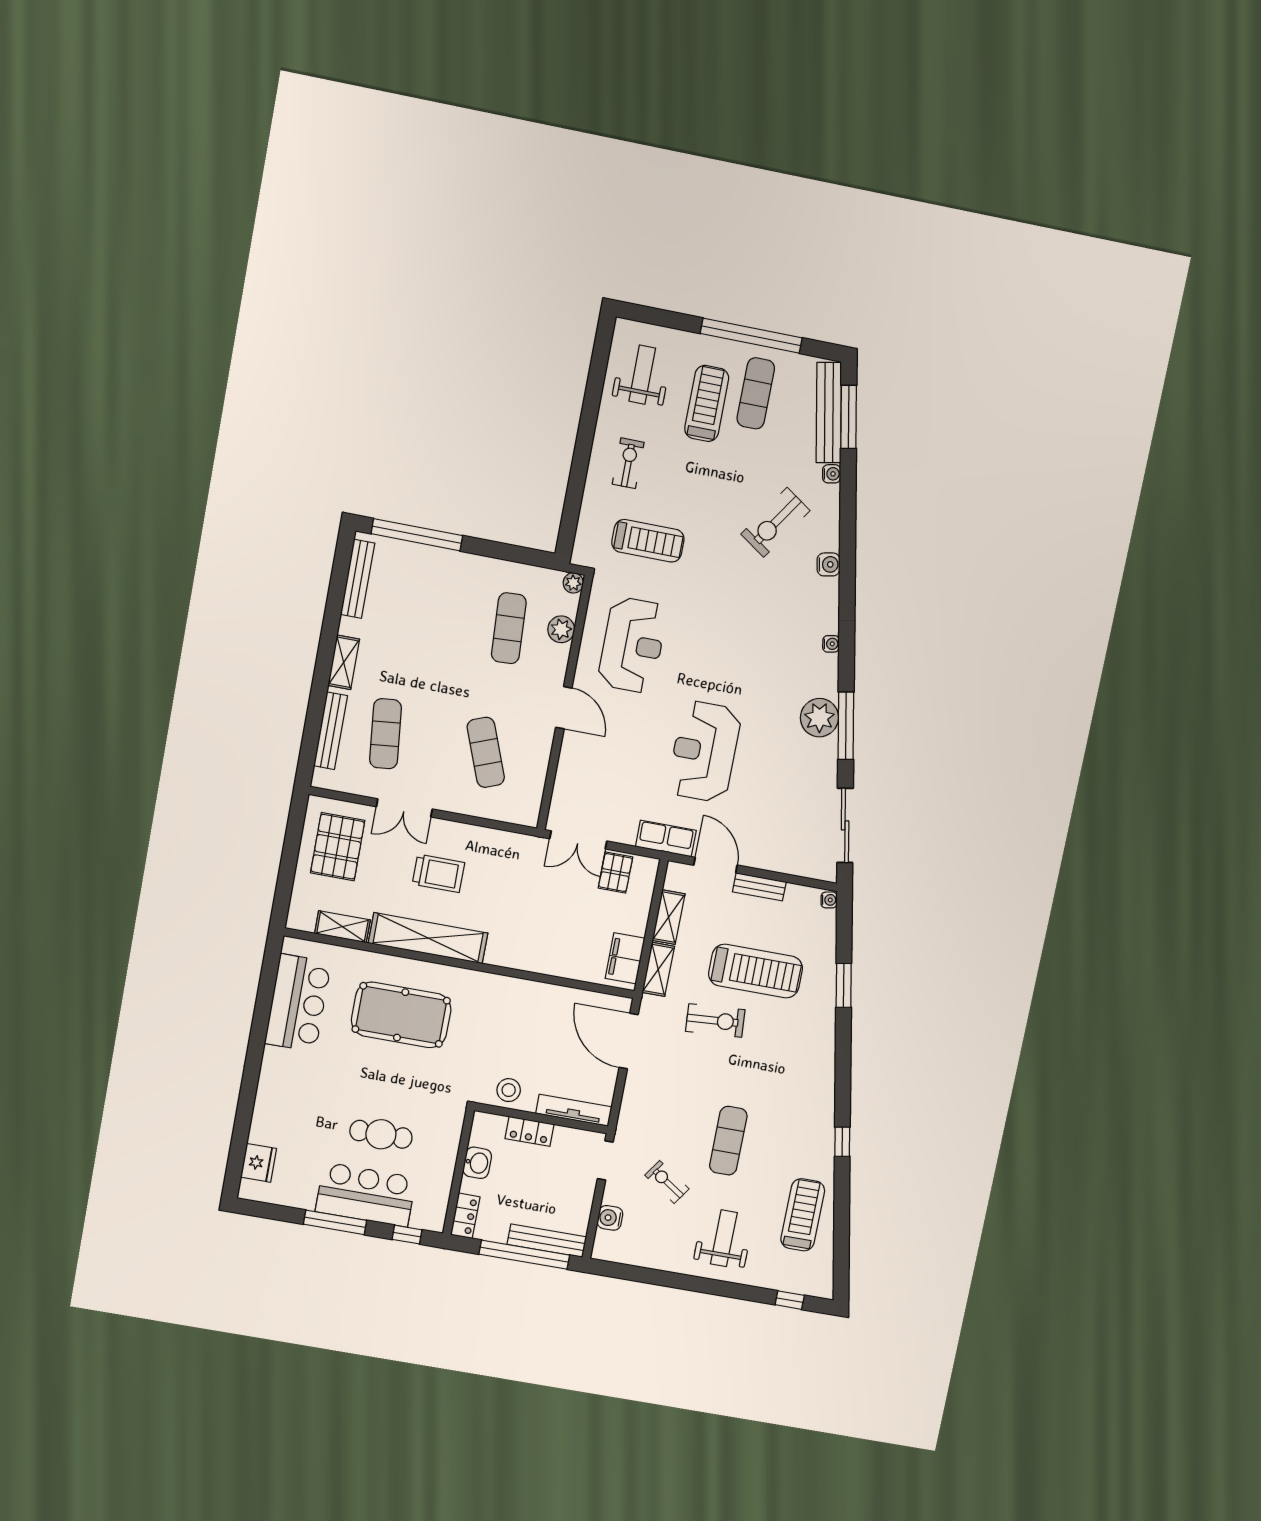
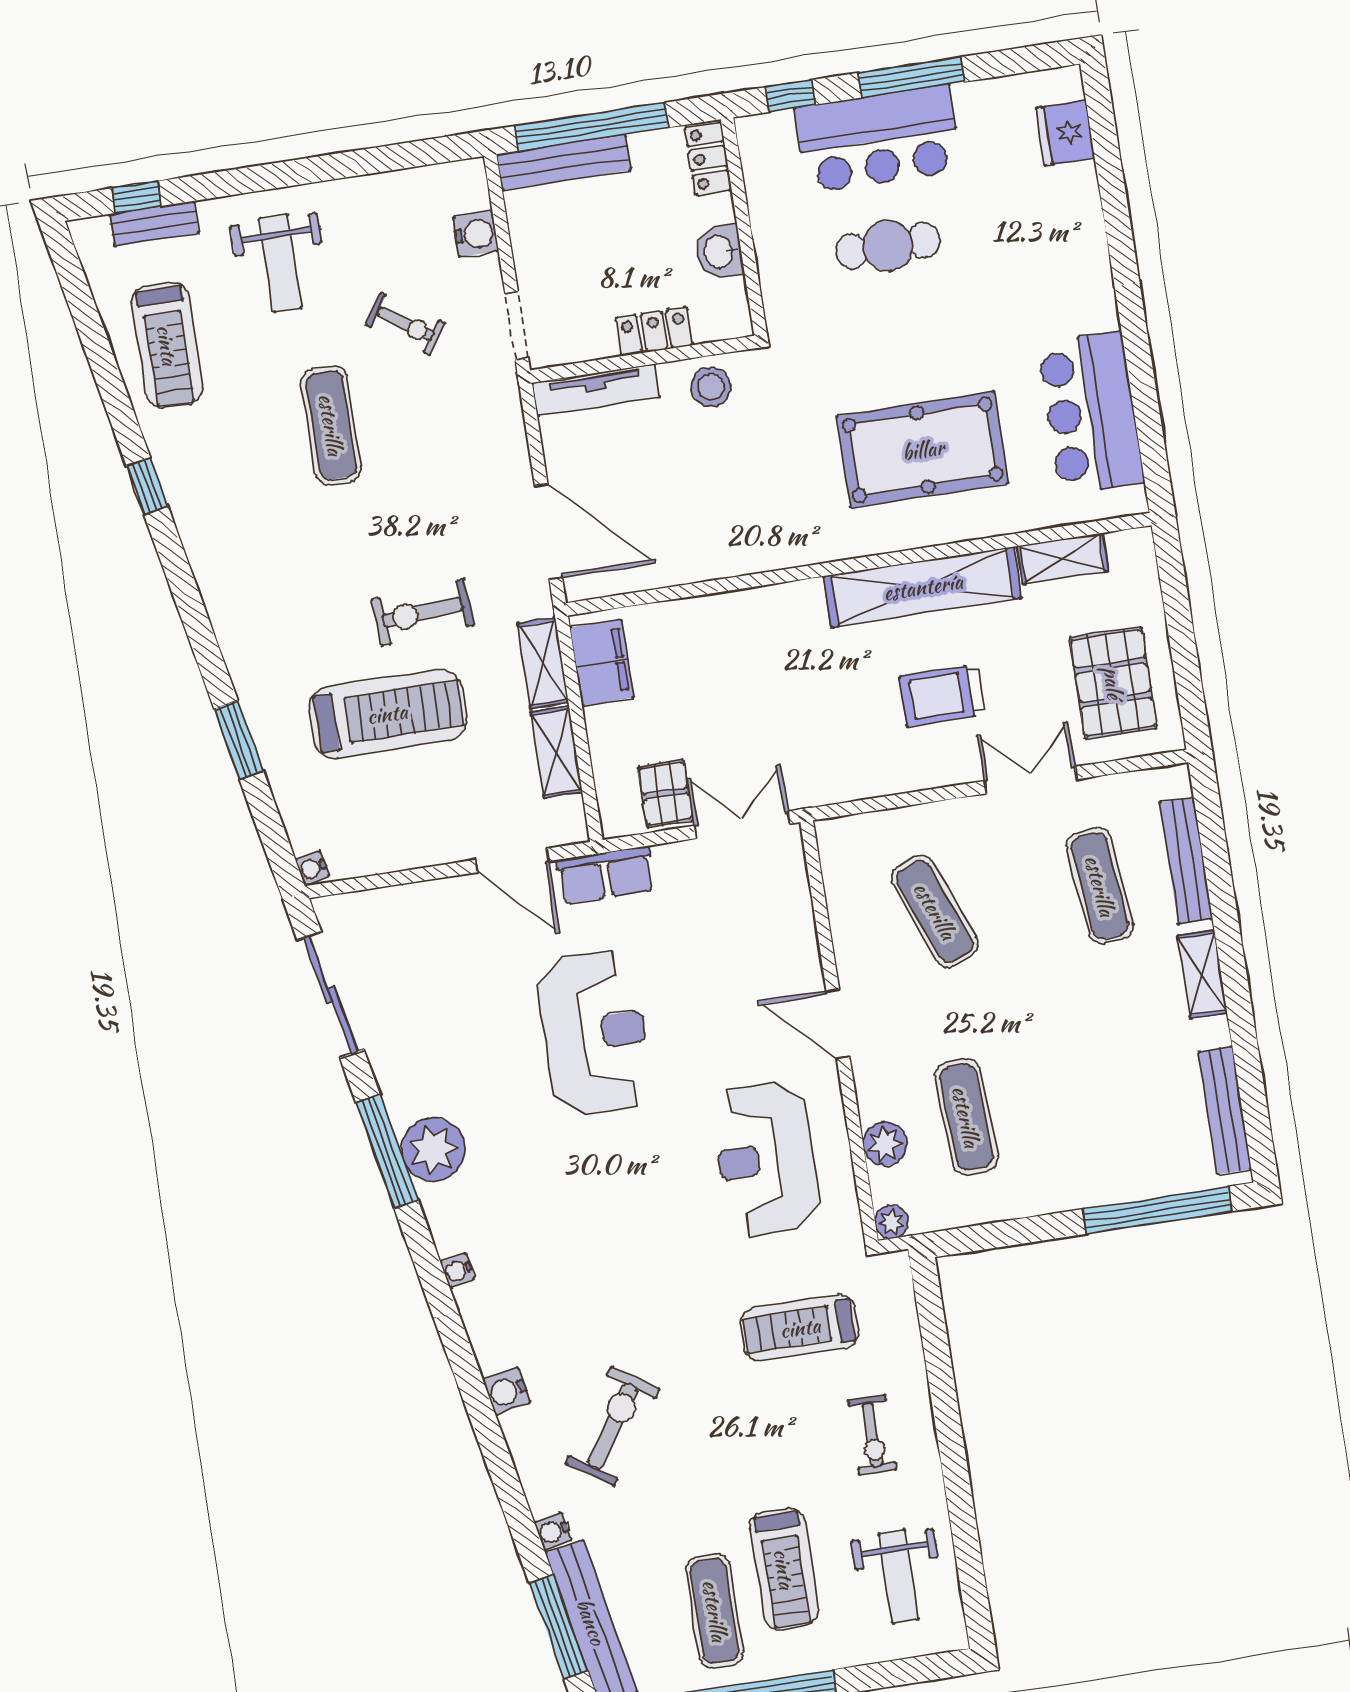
bench: (759, 887) -> (154, 224), moved
treadmill: (756, 971) -> (387, 714), turned 180

